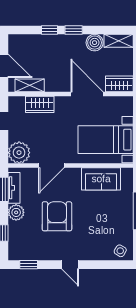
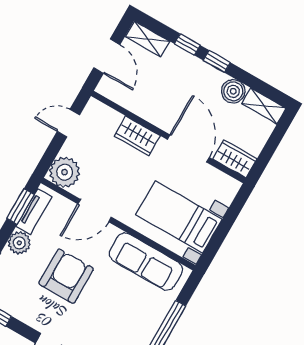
shelving: (30, 85) -> (148, 39), moved
wardrobe: (40, 104) -> (137, 136), moved
sofa: (101, 179) -> (146, 261), width x1.36

